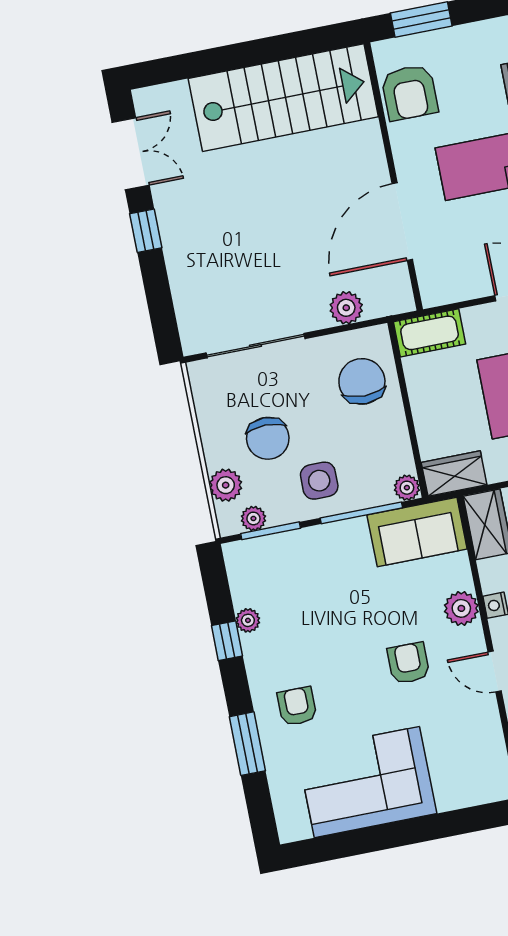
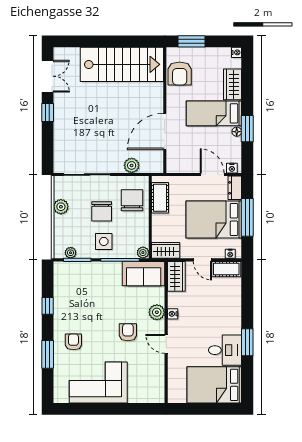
cot: (430, 333) -> (160, 198), moved, turned 90
chair: (268, 438) -> (102, 211), moved
plant: (226, 485) -> (61, 207), moved
plant: (248, 620) -> (59, 298), removed

